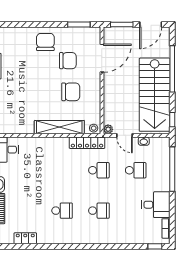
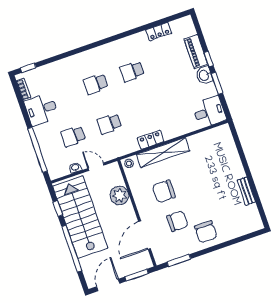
chair: (68, 61) -> (177, 221), turned 180
window: (172, 120) -> (58, 209), moved
plant: (108, 129) -> (119, 195), moved, width x1.88, depth x1.88
locker: (87, 143) -> (151, 140), moved, width x0.66

